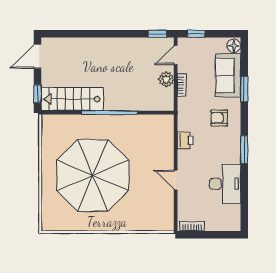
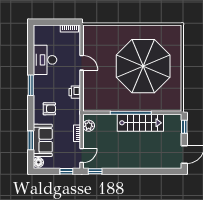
plant: (166, 79) -> (89, 126), moved
window: (244, 89) -> (31, 140), moved
stairs: (72, 99) -> (140, 123), moved

